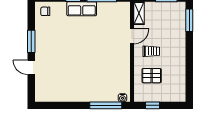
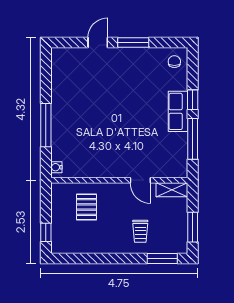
trolley: (151, 51) -> (140, 231), moved
window: (106, 105) -> (46, 125), moved
window: (152, 105) -> (46, 232), moved

